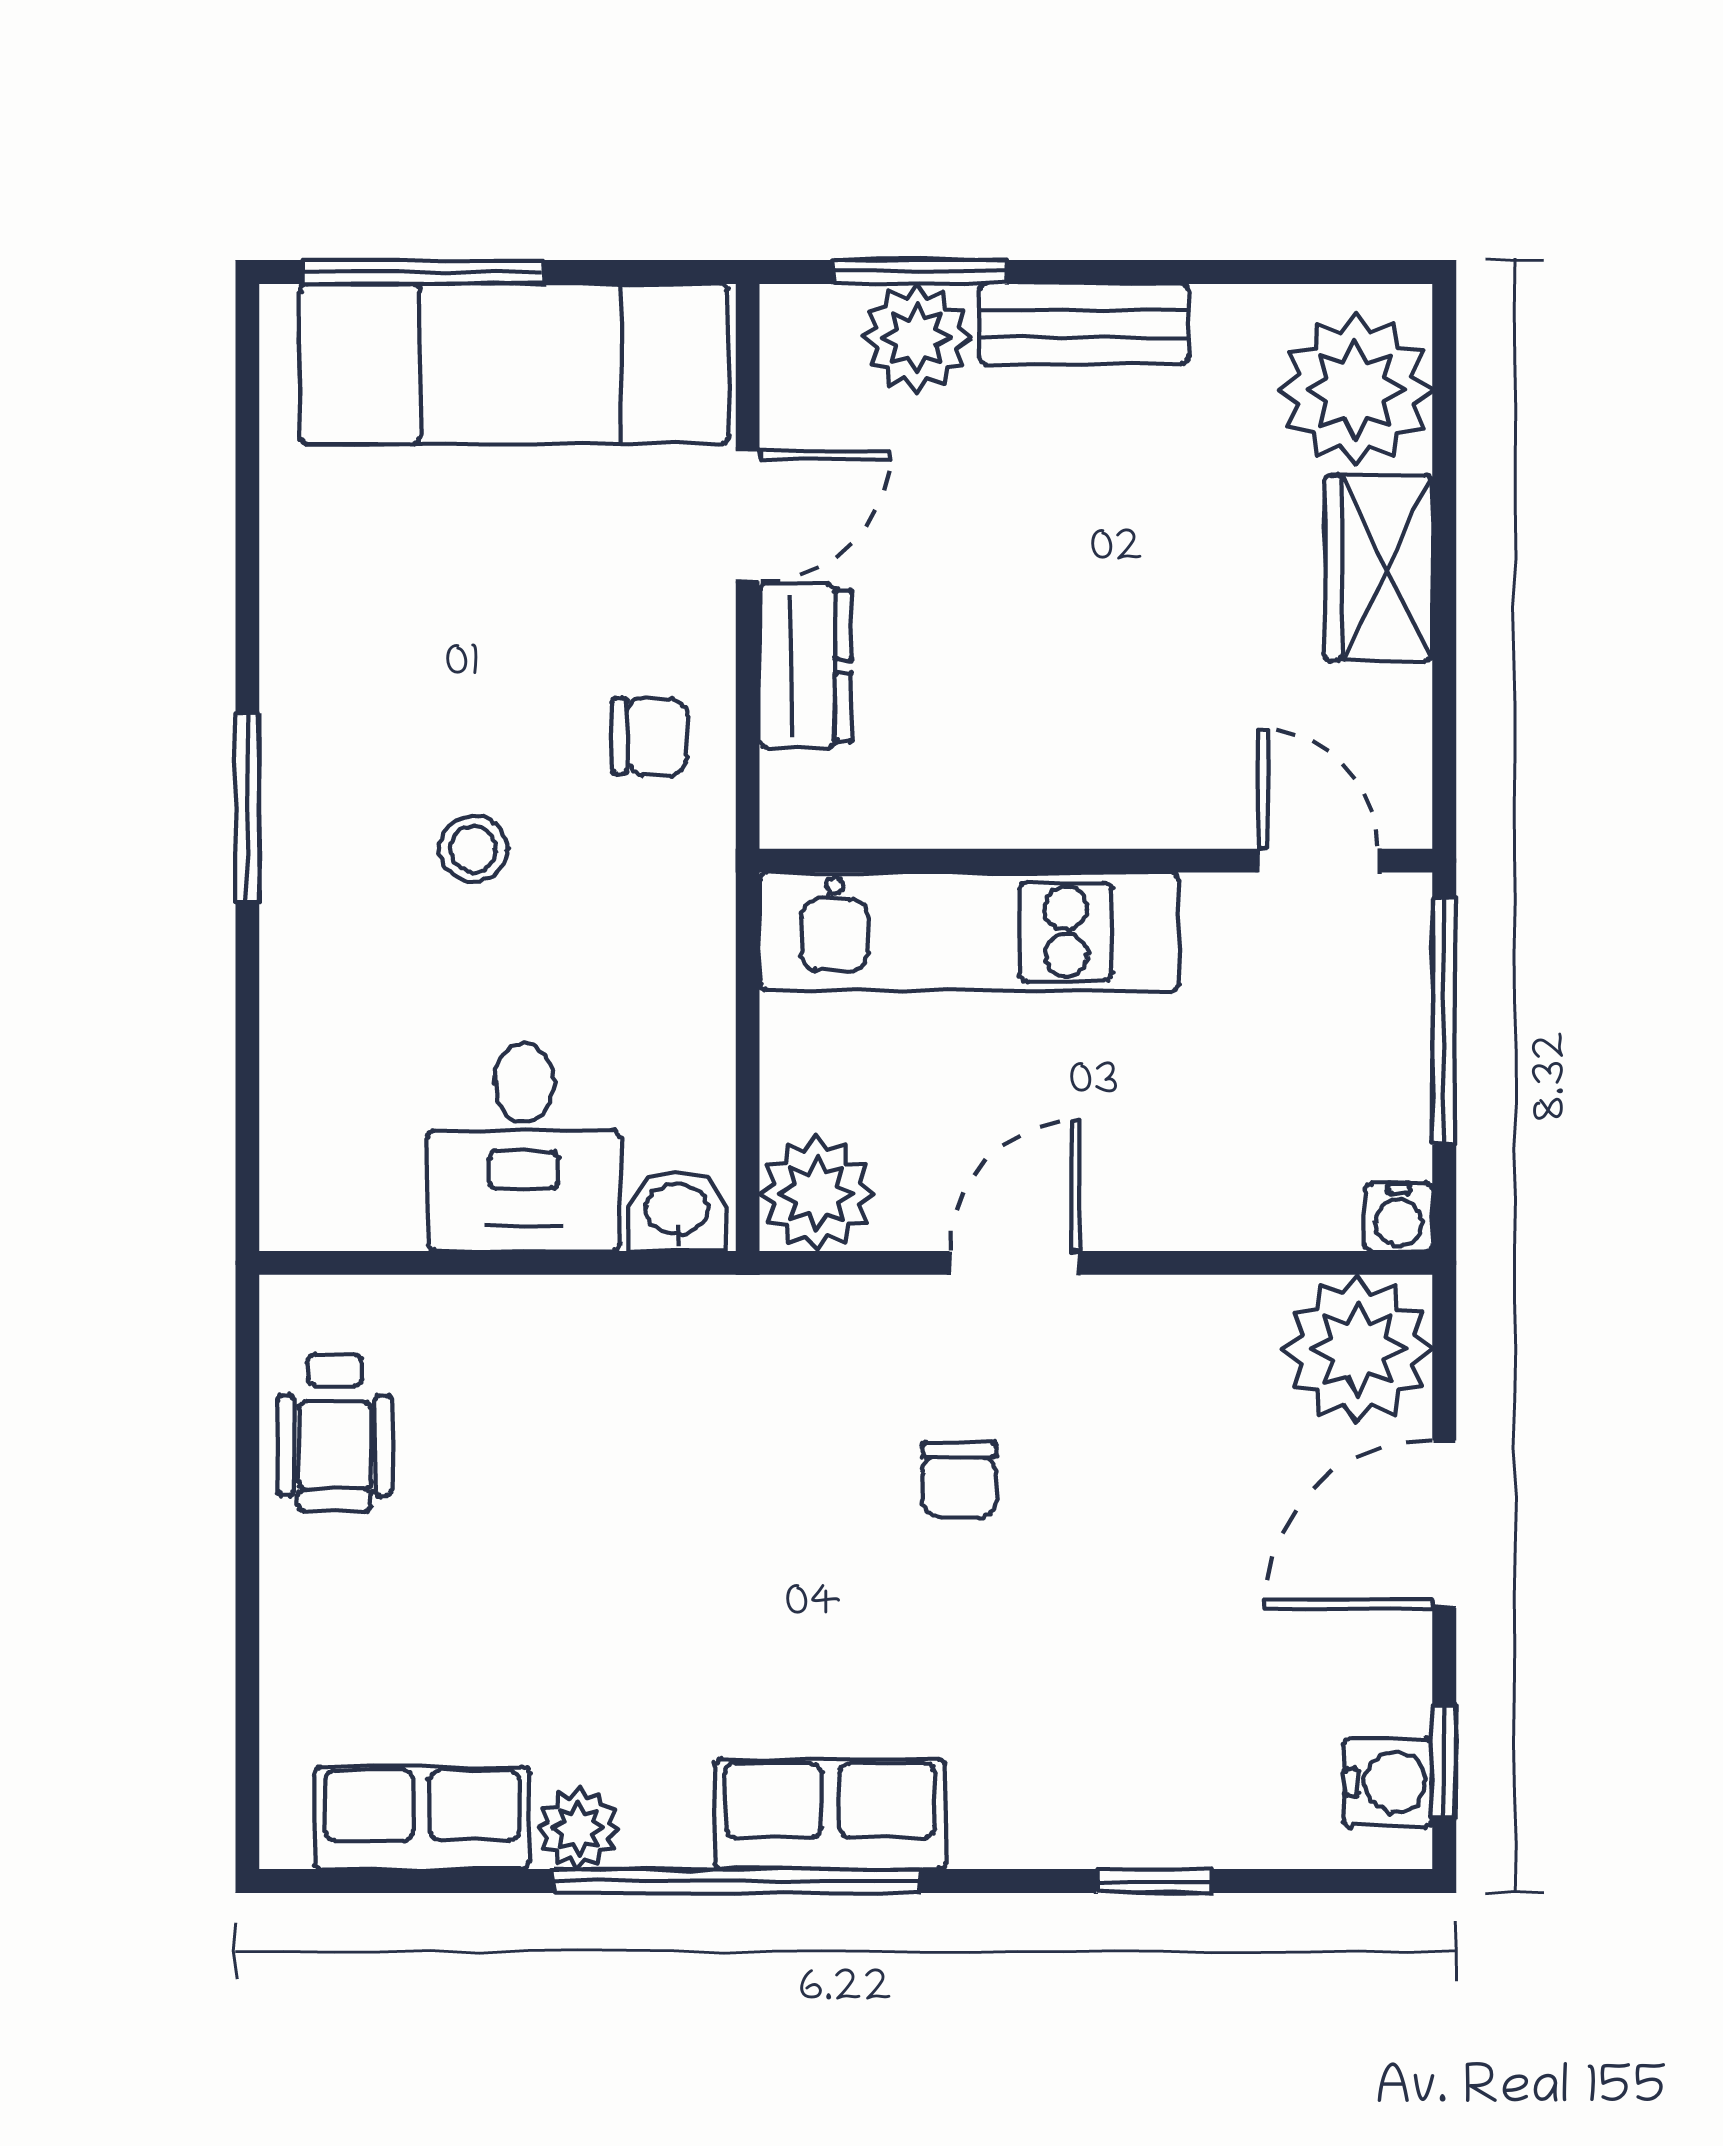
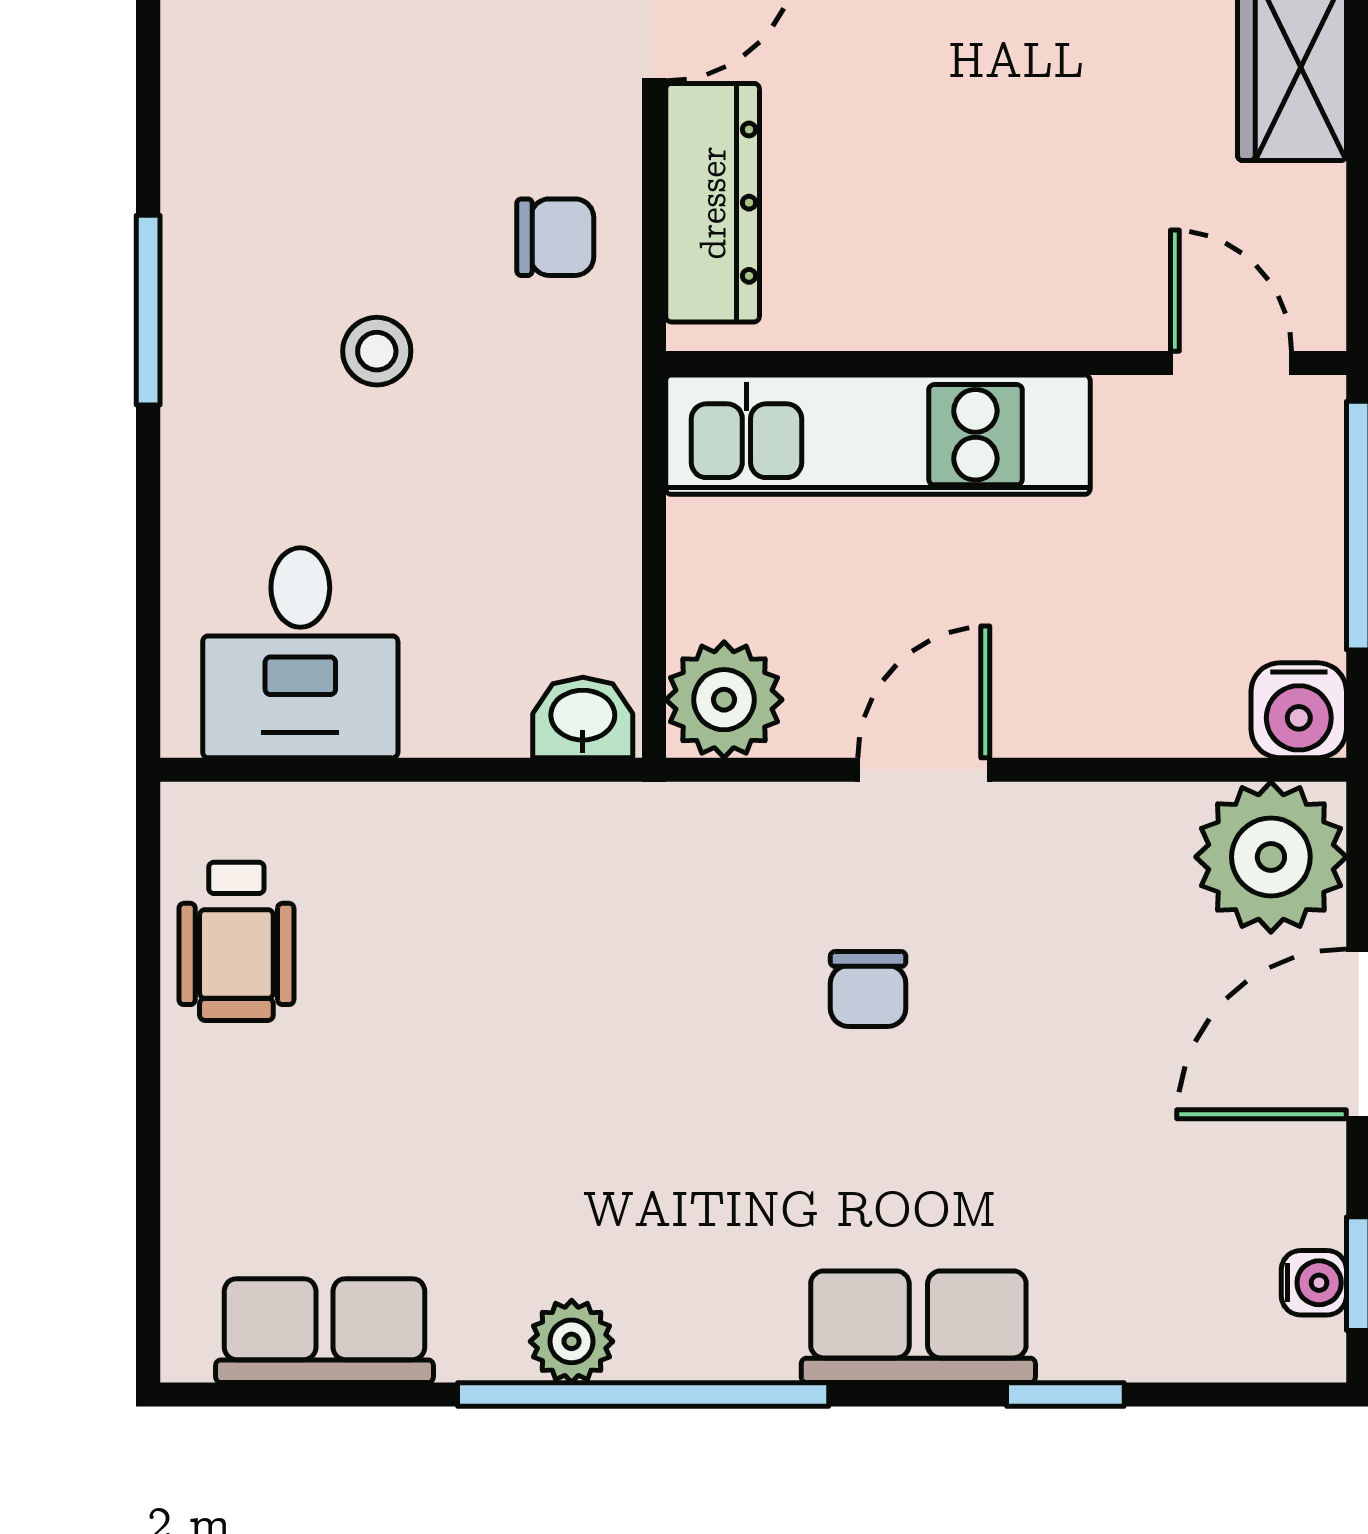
dresser: (806, 666) -> (713, 203), width x1.44
desk: (524, 1147) -> (300, 653), moved
water cooler: (1398, 1217) -> (1299, 710), width x1.38, depth x1.38
water cooler: (1388, 1783) -> (1314, 1283), width x0.72, depth x0.72
row of seats: (830, 1814) -> (918, 1327), moved
plant: (578, 1828) -> (572, 1341), moved

